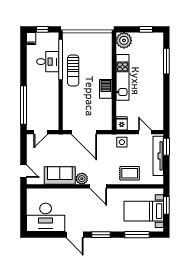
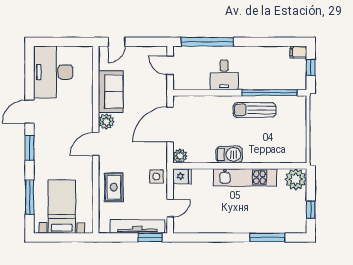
desk: (48, 62) -> (224, 75), moved
plant: (107, 125) -> (180, 156), added
window: (166, 205) -> (70, 237), removed

